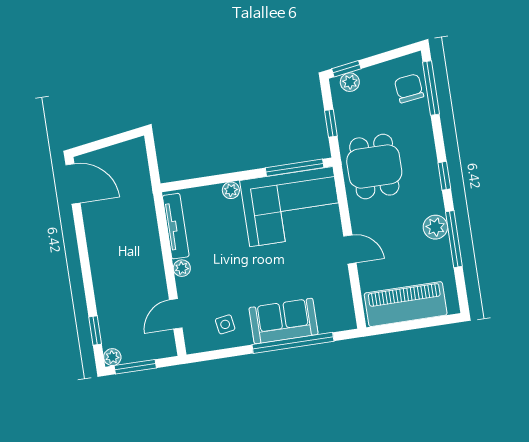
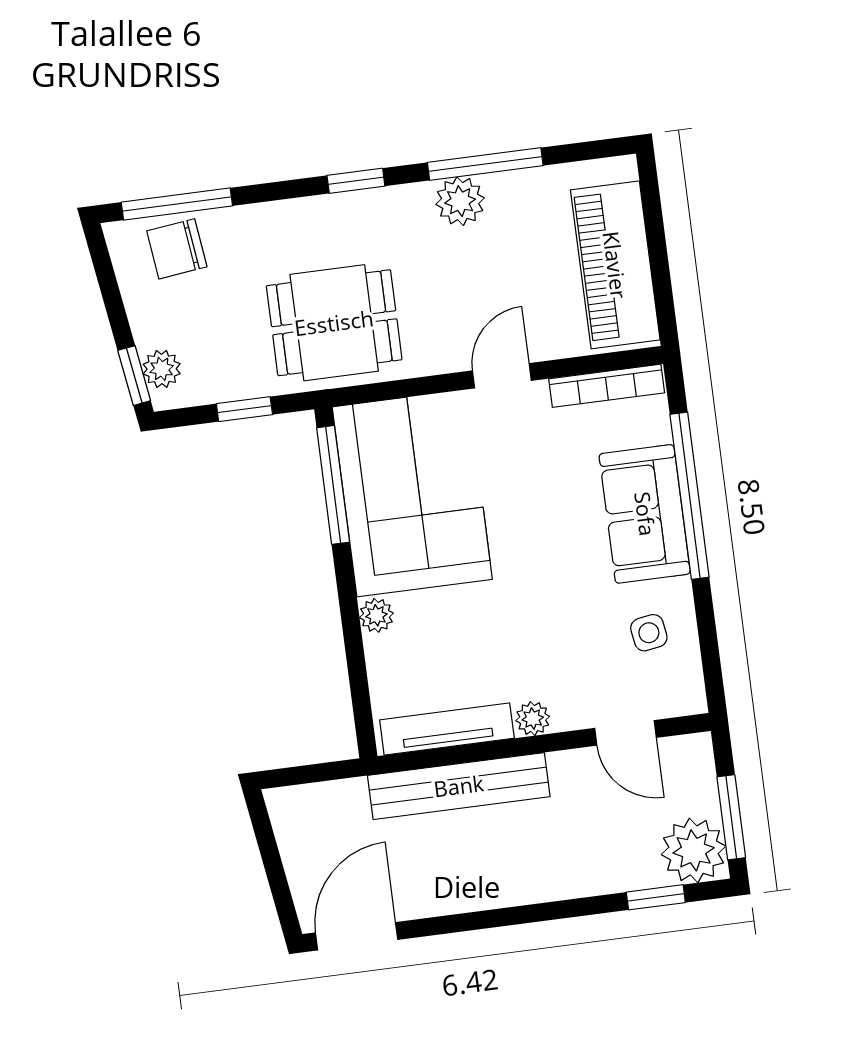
bench: (148, 232) -> (459, 786), added
bookcase: (346, 301) -> (607, 386), added
plant: (112, 357) -> (694, 850), width x1.88, depth x1.88

